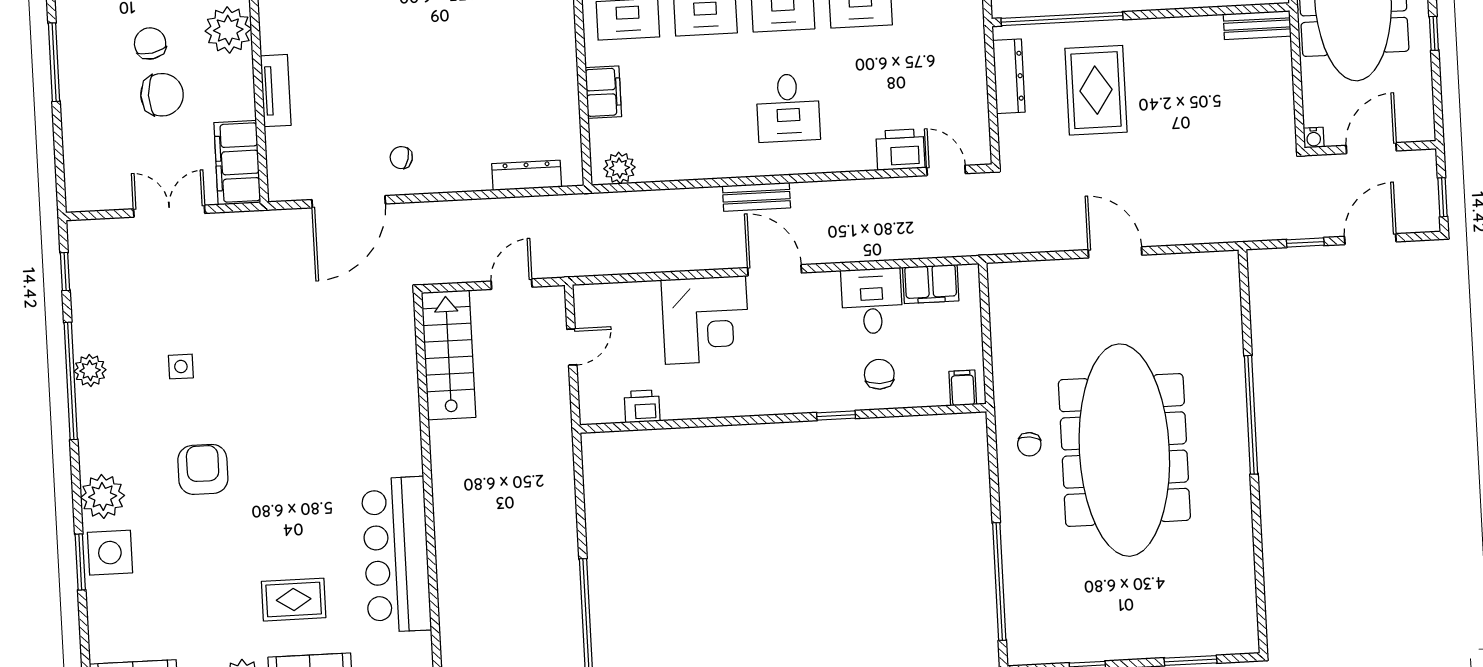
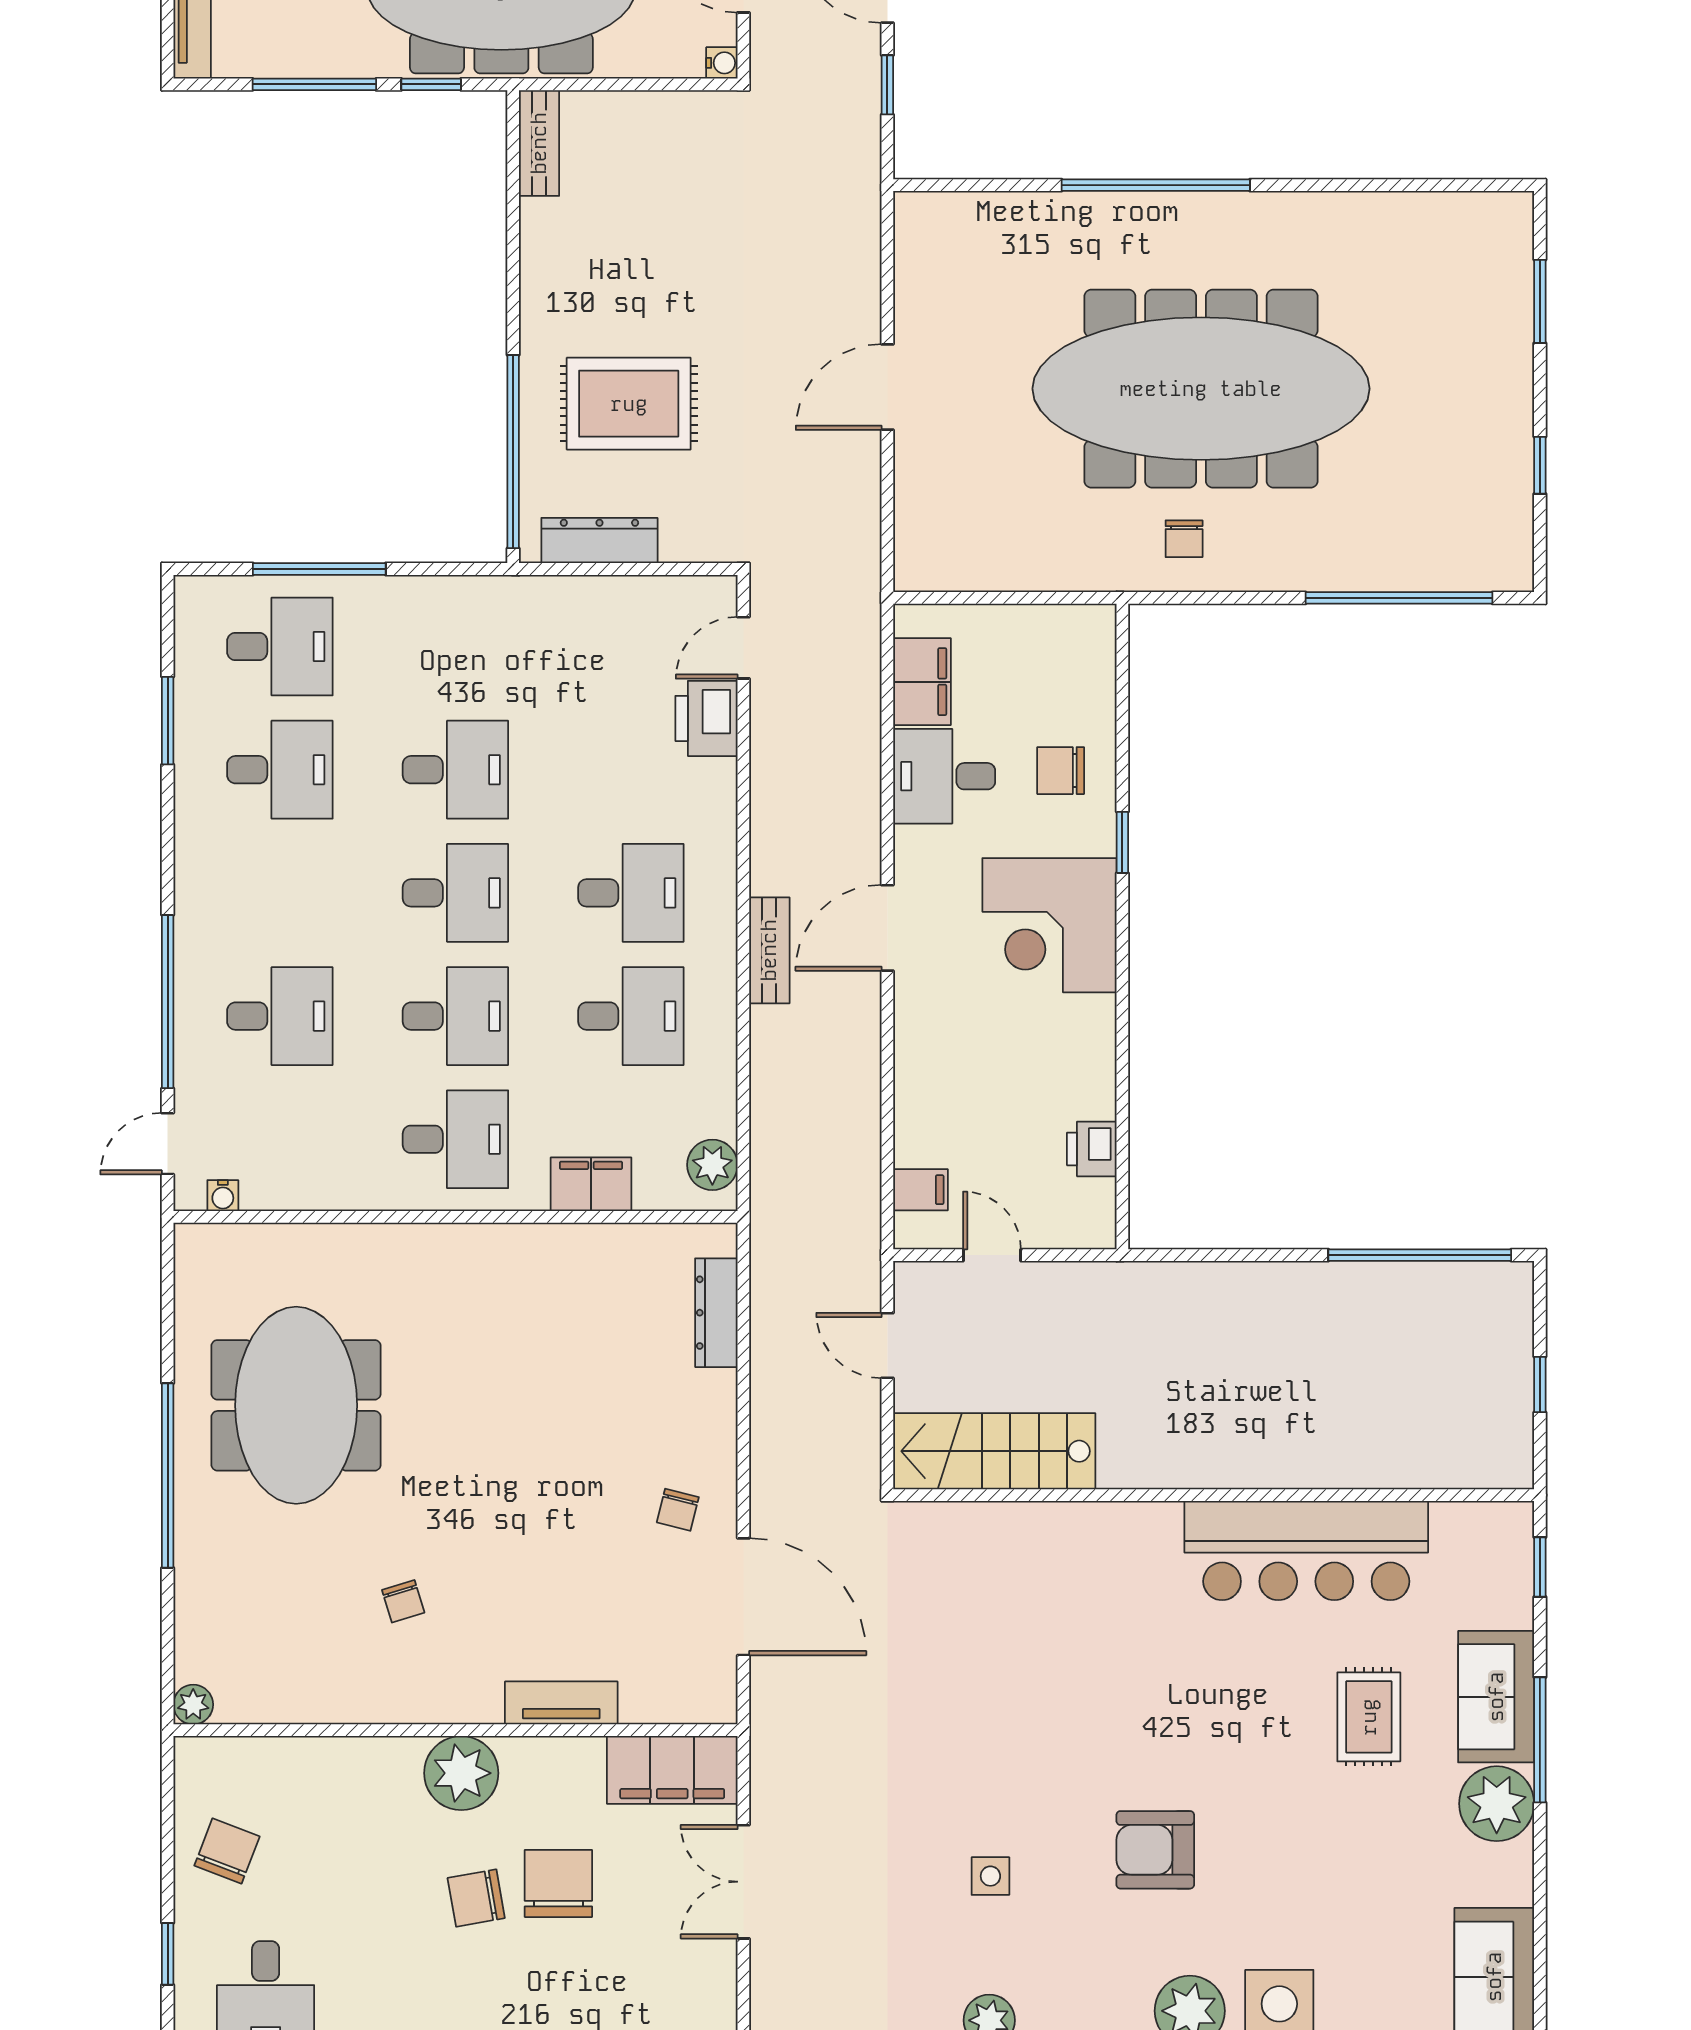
desk: (710, 112) -> (631, 1016), added
corner desk: (705, 320) -> (1049, 925), moved, turned 180
filing cabinet: (963, 388) -> (920, 1190), moved, turned 180
chair: (1029, 444) -> (1184, 539), turned 83

